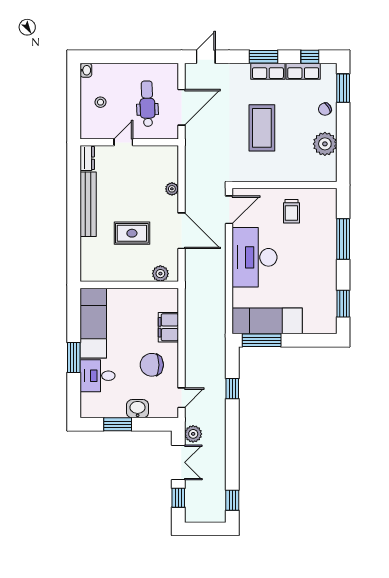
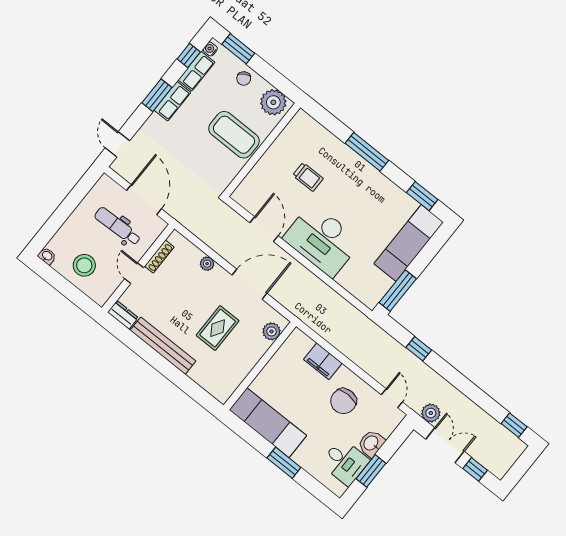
water cooler: (327, 68) -> (210, 49), added
stool: (100, 102) -> (84, 265), width x1.89, depth x1.89
coffee table: (262, 128) -> (234, 135), moved
shoe rack: (150, 151) -> (159, 257), added
wall: (284, 185) -> (262, 150), moved
exam couch: (267, 321) -> (409, 243), moved
desk: (98, 376) -> (345, 462), moved, turned -90

